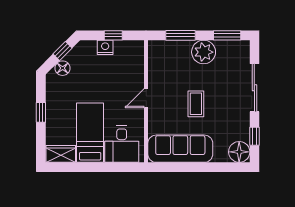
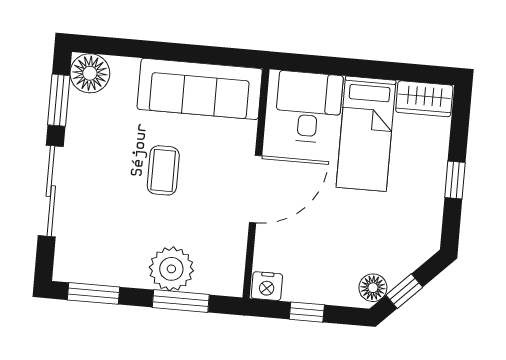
nightstand: (105, 47) -> (267, 286), moved
plant: (204, 52) -> (171, 269), moved
floor lamp: (63, 68) -> (373, 288), moved
door: (146, 98) -> (256, 189), width x1.87
window: (254, 136) -> (59, 100), width x1.50

